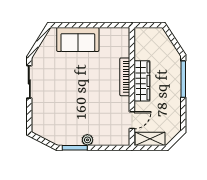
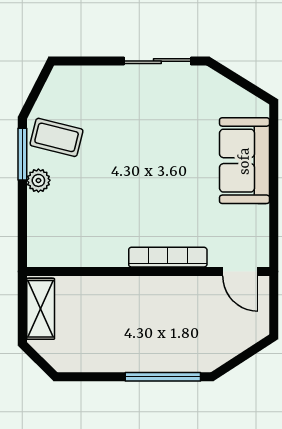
wardrobe: (142, 81) -> (159, 292), removed
door: (132, 120) -> (240, 272), moved
coffee table: (66, 131) -> (57, 137), added

